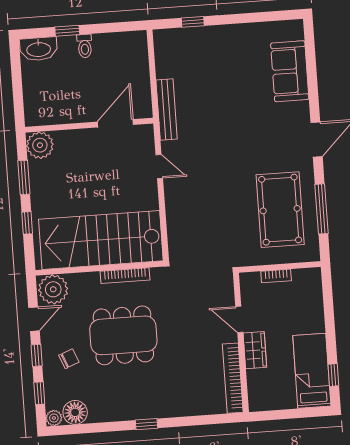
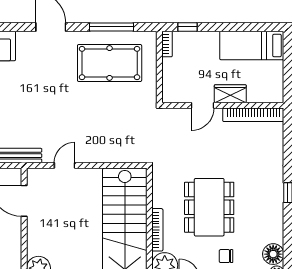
bookcase: (125, 276) -> (157, 230), moved
bookcase: (276, 276) -> (167, 44), moved
chair: (69, 359) -> (226, 256), turned -68
window: (333, 375) -> (188, 27), moved

